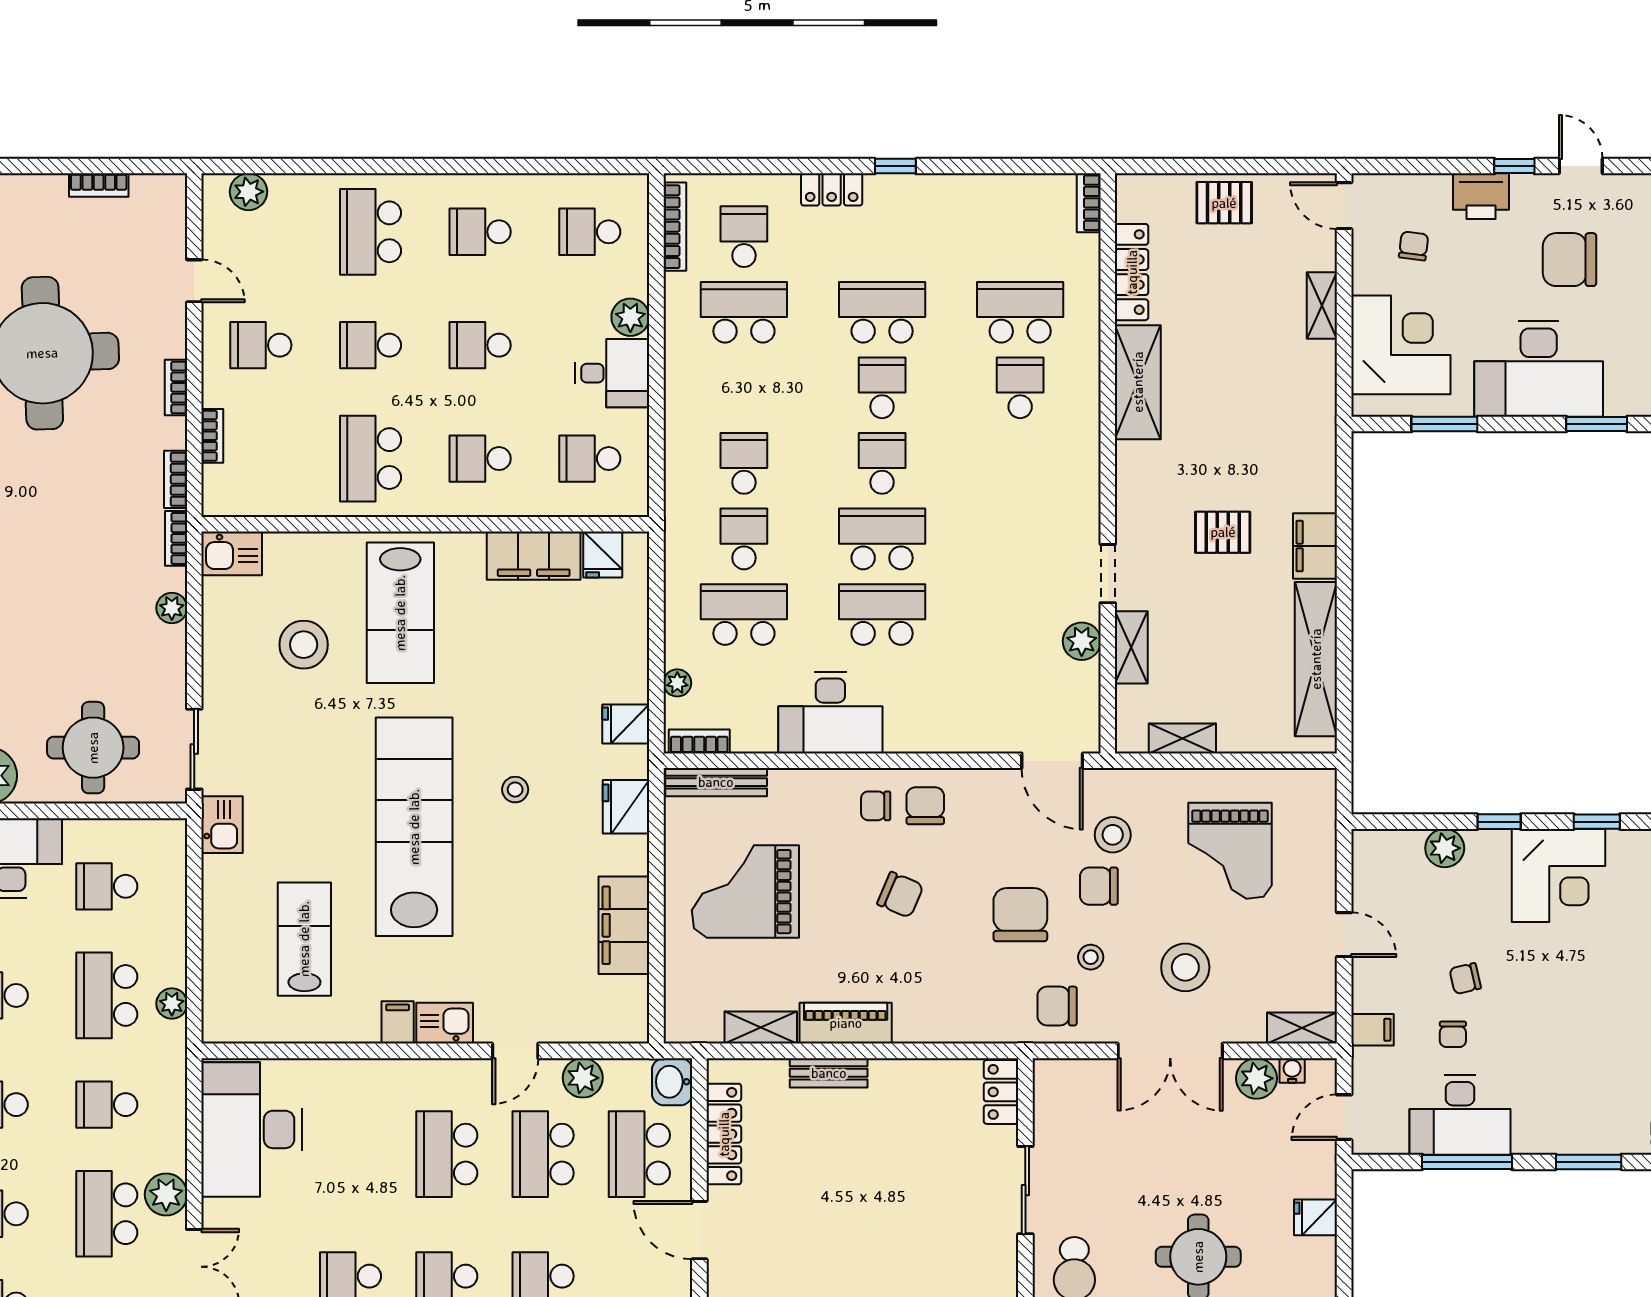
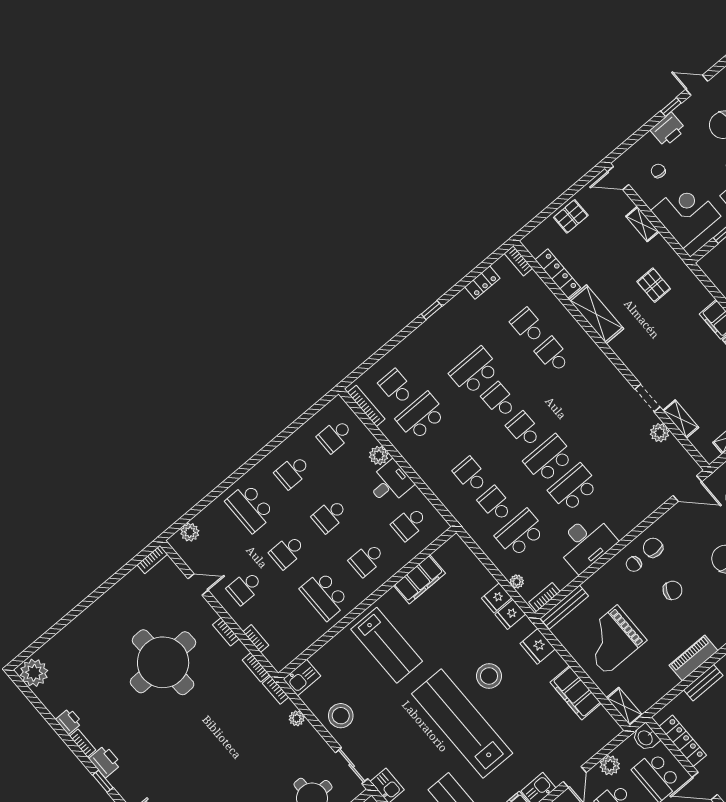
bookcase: (99, 185) -> (152, 560), moved
locker: (832, 189) -> (482, 283), moved
school desk: (1020, 312) -> (528, 326), width x0.54
pallet: (1223, 532) -> (654, 285), moved, turned 90
fridge: (603, 555) -> (497, 598), moved, turned 90
stool: (304, 645) -> (341, 716), moved
stool: (515, 790) -> (489, 676), width x1.89, depth x1.89
shelving: (761, 1027) -> (624, 706), moved, turned 90

